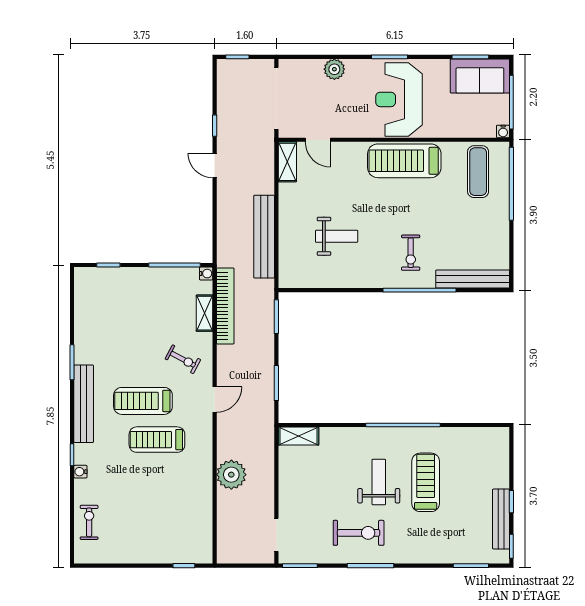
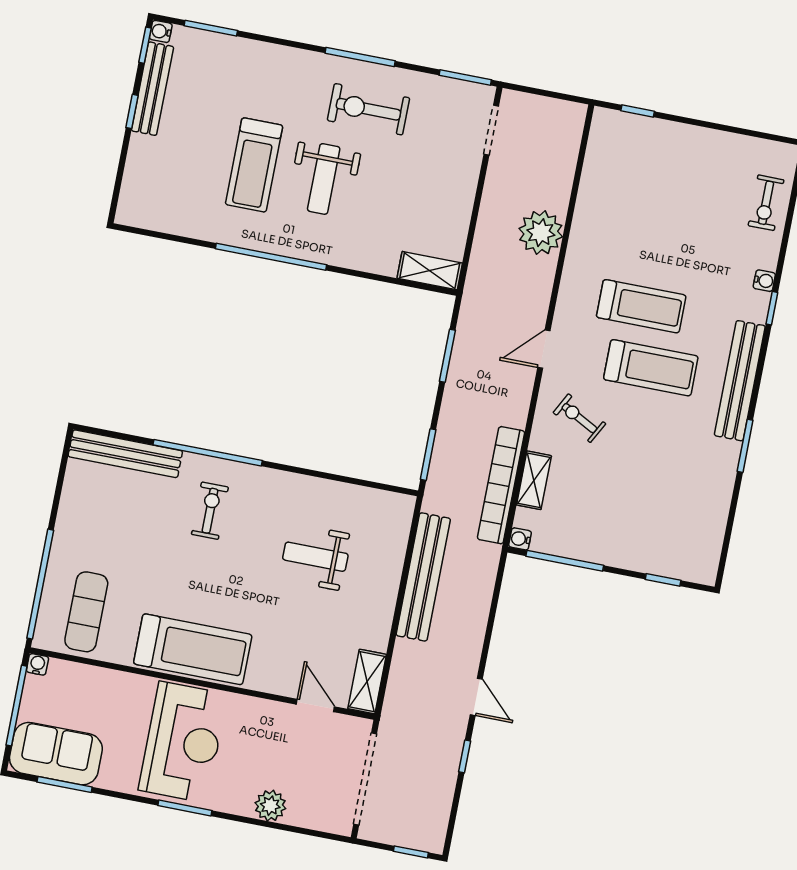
water cooler: (503, 557) -> (161, 31), added

